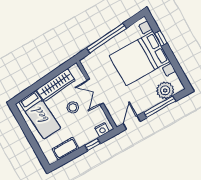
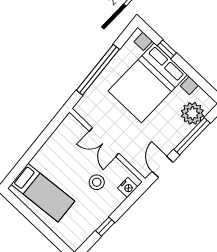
wardrobe: (56, 85) -> (52, 149), removed
stool: (73, 107) -> (97, 182), moved
window: (92, 144) -> (105, 227), moved
cot: (66, 149) -> (89, 225), removed

